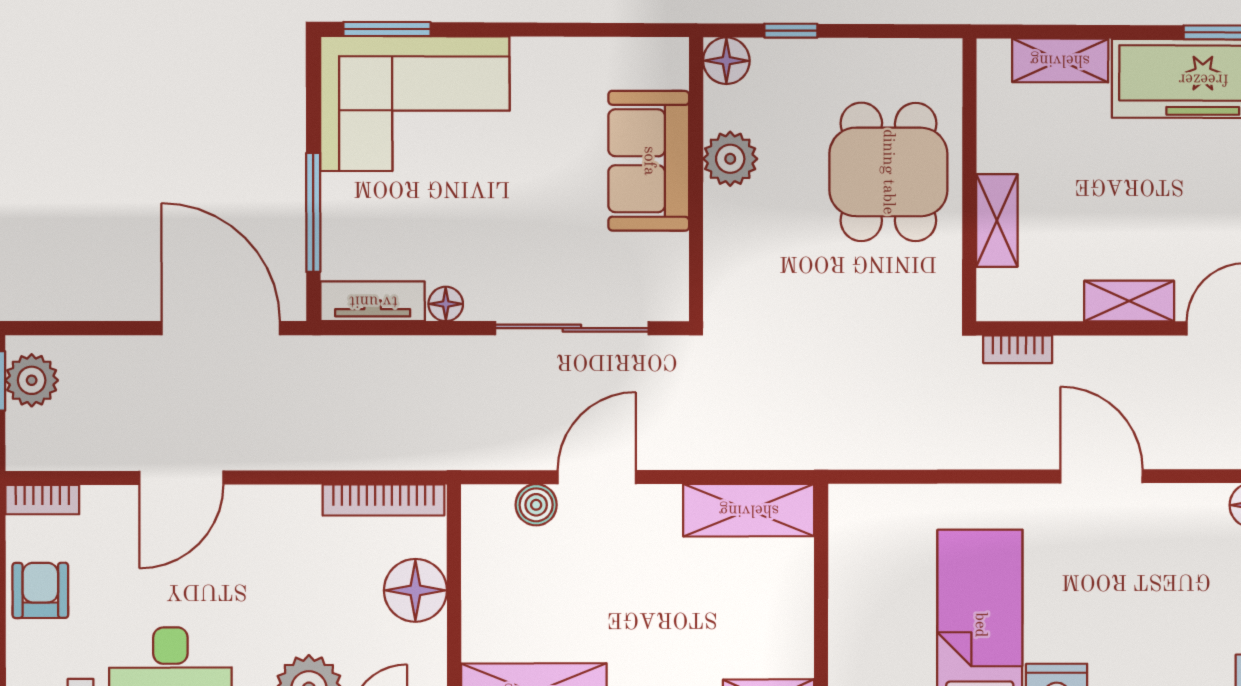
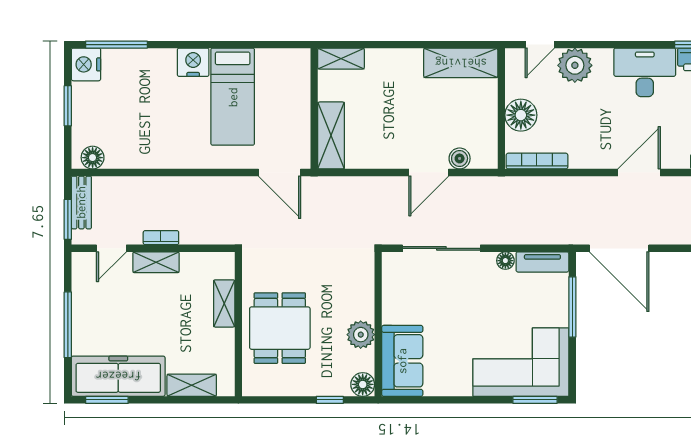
sofa: (649, 161) -> (402, 361), moved
bookcase: (1018, 349) -> (161, 238), moved
door: (1101, 476) -> (279, 172), moved
shelving: (749, 510) -> (331, 135), moved, turned 90

